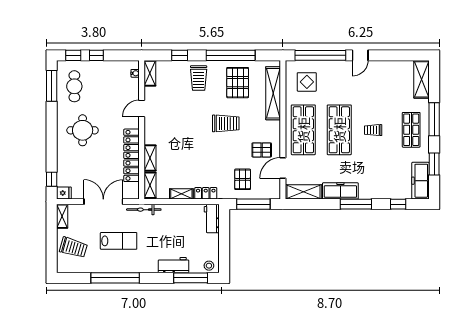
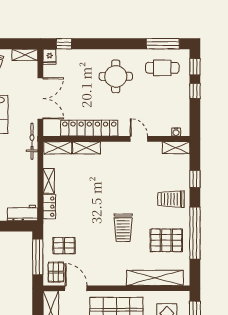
pallet: (262, 150) -> (56, 272), moved

